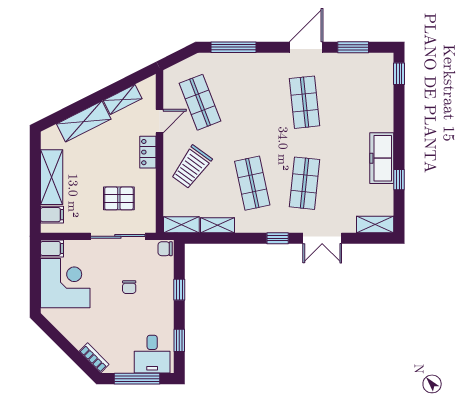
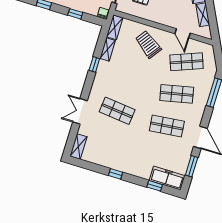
window: (399, 74) -> (155, 186), moved
locker: (148, 152) -> (166, 20), removed
freezer: (382, 158) -> (167, 178), moved
window: (399, 180) -> (115, 174), moved
shop shelf: (252, 183) -> (177, 94), moved
window: (278, 238) -> (94, 64), moved

